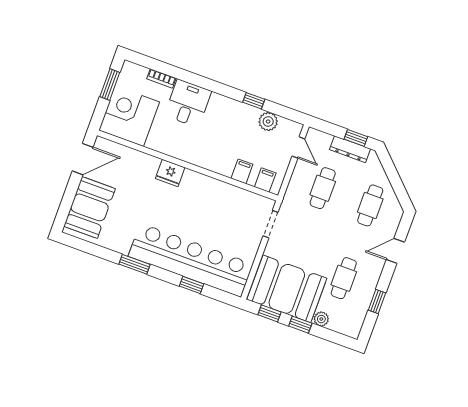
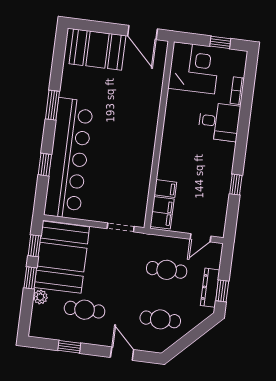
window: (110, 84) -> (220, 42), width x0.67
plant: (268, 121) -> (219, 203), removed
fridge: (170, 173) -> (148, 120), removed
filing cabinet: (265, 180) -> (162, 213), width x2.00

